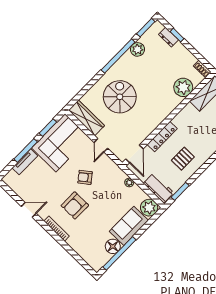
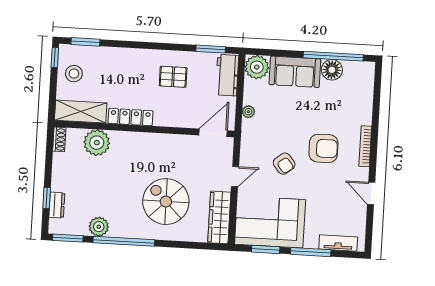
spiral stairs: (120, 97) -> (166, 202), turned 90
locker: (162, 137) -> (130, 117), moved
tv unit: (25, 162) -> (338, 243), moved

